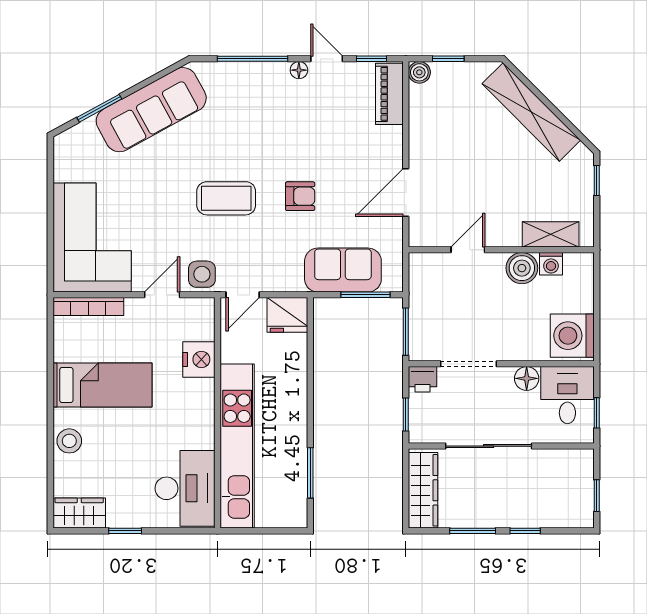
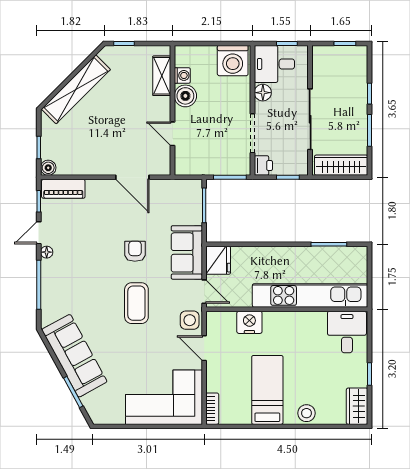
sofa: (343, 270) -> (187, 252), moved
bookcase: (88, 307) -> (212, 409), width x0.64
desk: (185, 488) -> (347, 332), width x0.73

